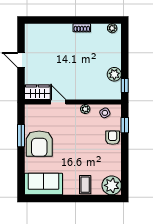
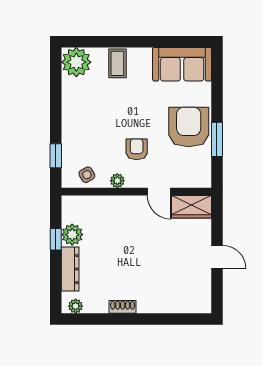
dresser: (116, 52) -> (70, 269), added
window: (125, 86) -> (56, 239), moved
armchair: (113, 138) -> (137, 149), moved, turned 180

